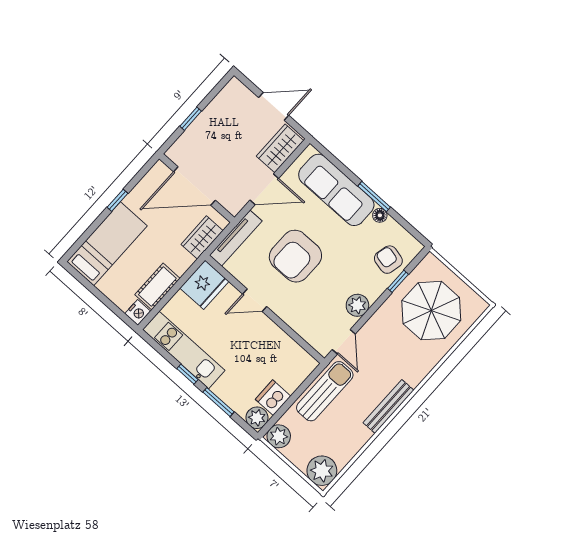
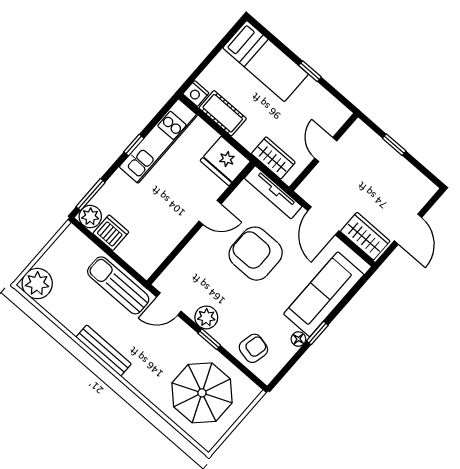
door: (194, 186) -> (326, 149), width x0.53
window: (374, 197) -> (317, 333), width x0.67
window: (398, 281) -> (209, 339), moved
door: (255, 300) -> (210, 213), swing flipped
sun lounger: (325, 391) -> (118, 285), turned 180
window: (219, 402) -> (91, 195), moved
plant: (279, 436) -> (72, 239), removed

